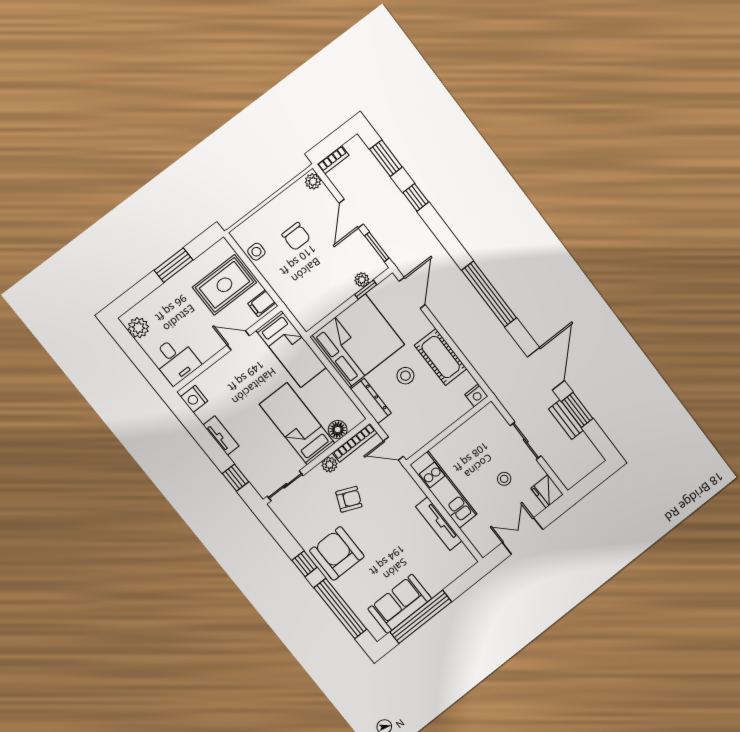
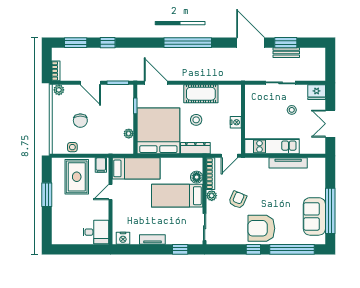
chair: (296, 236) -> (80, 121), turned 90
plant: (362, 280) -> (129, 134), moved
plant: (138, 328) -> (65, 238), removed
nightstand: (476, 395) -> (236, 122), moved

